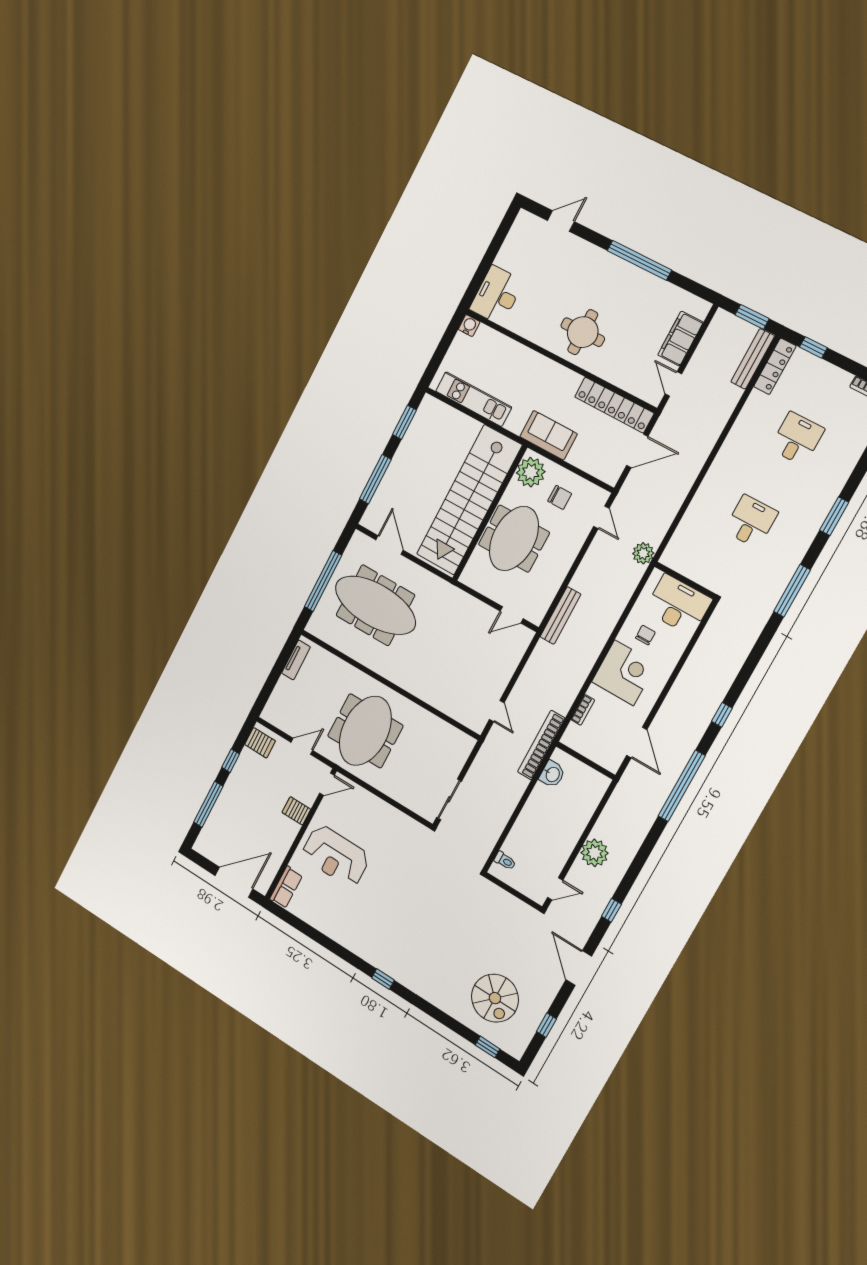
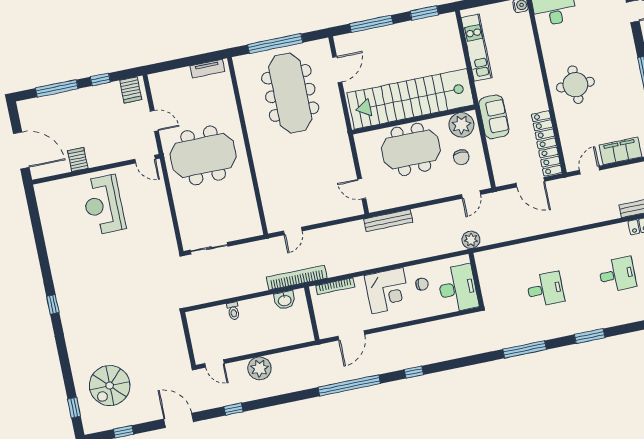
bookcase: (583, 710) -> (335, 286), width x1.56
server rack: (296, 811) -> (78, 160), moved
toilet: (505, 861) -> (233, 311), moved
row of seats: (286, 887) -> (52, 189), removed
door: (579, 968) -> (179, 420), hinge flipped

